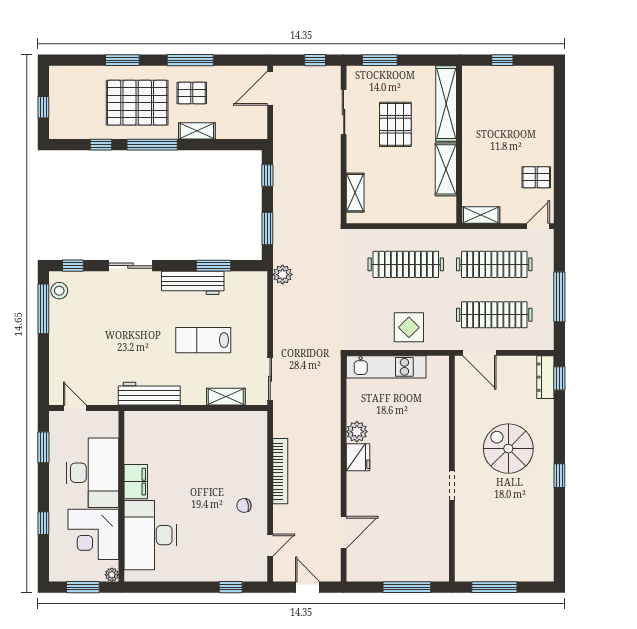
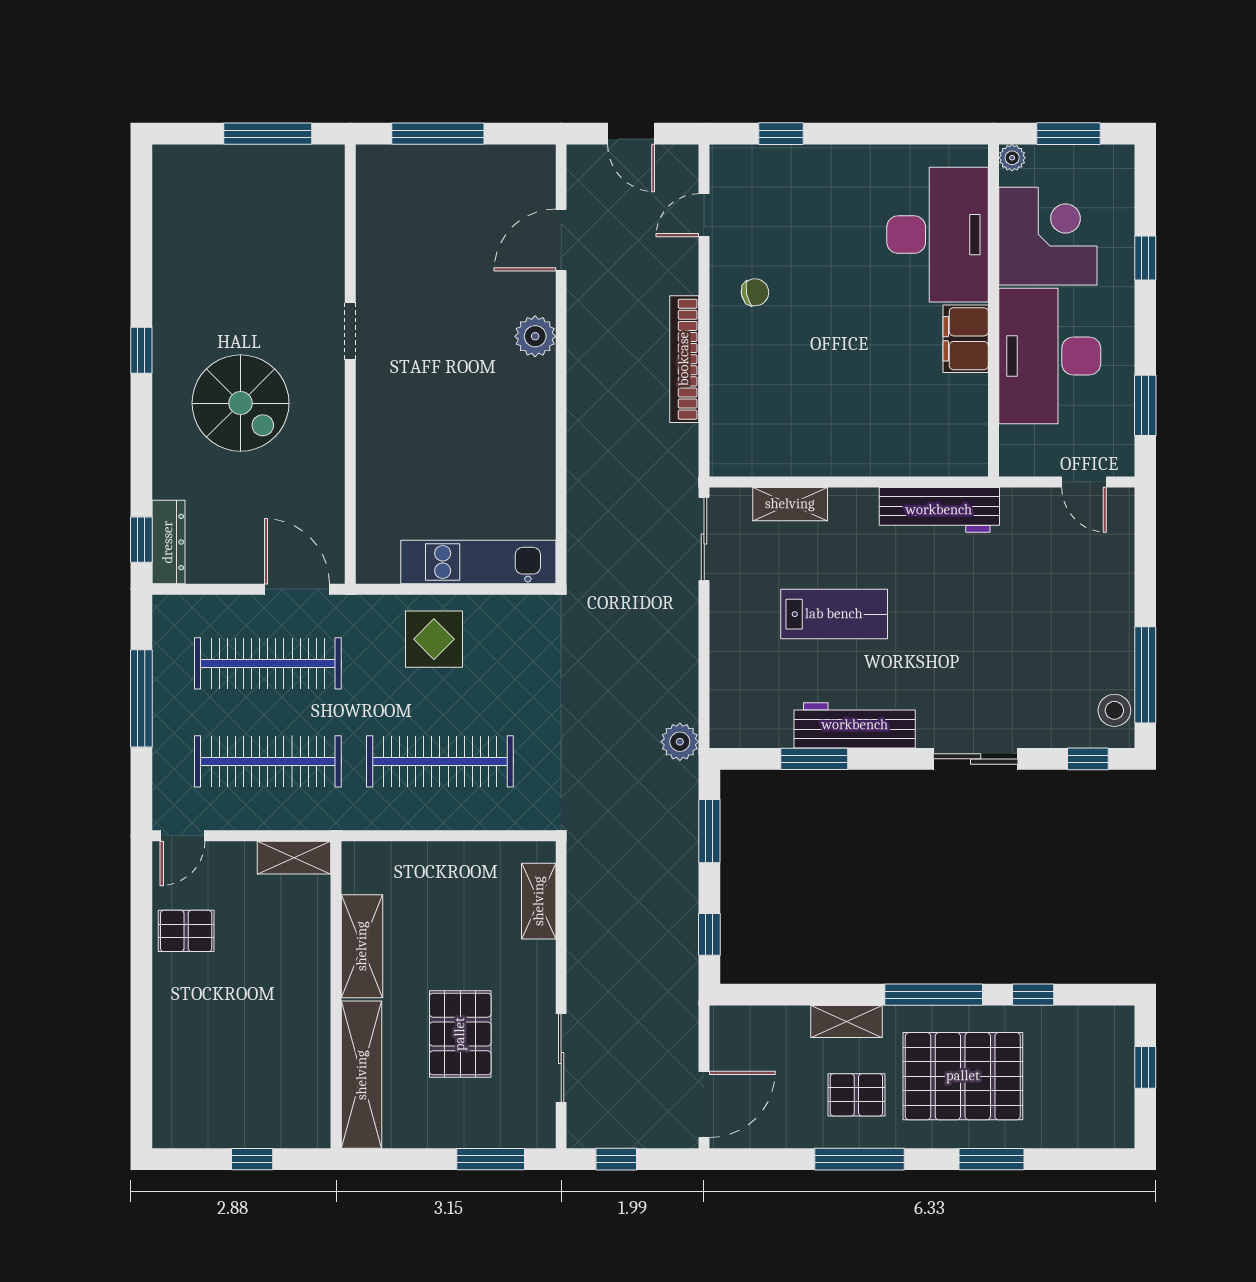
plant: (357, 432) -> (535, 336), moved
fridge: (358, 457) -> (533, 386), removed

